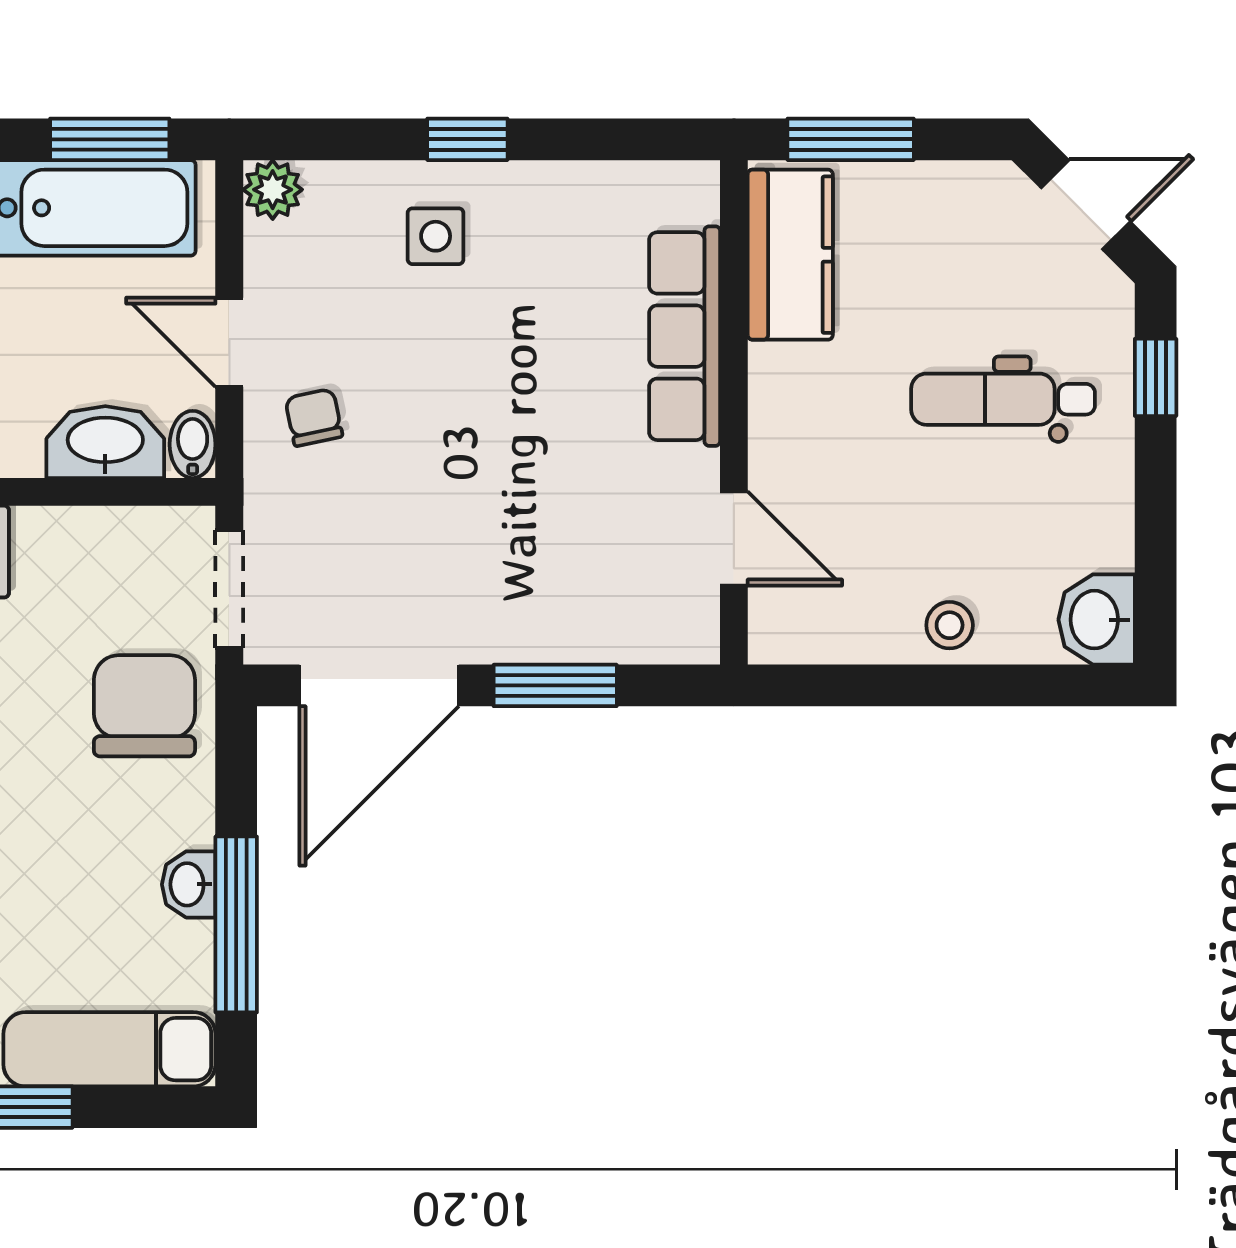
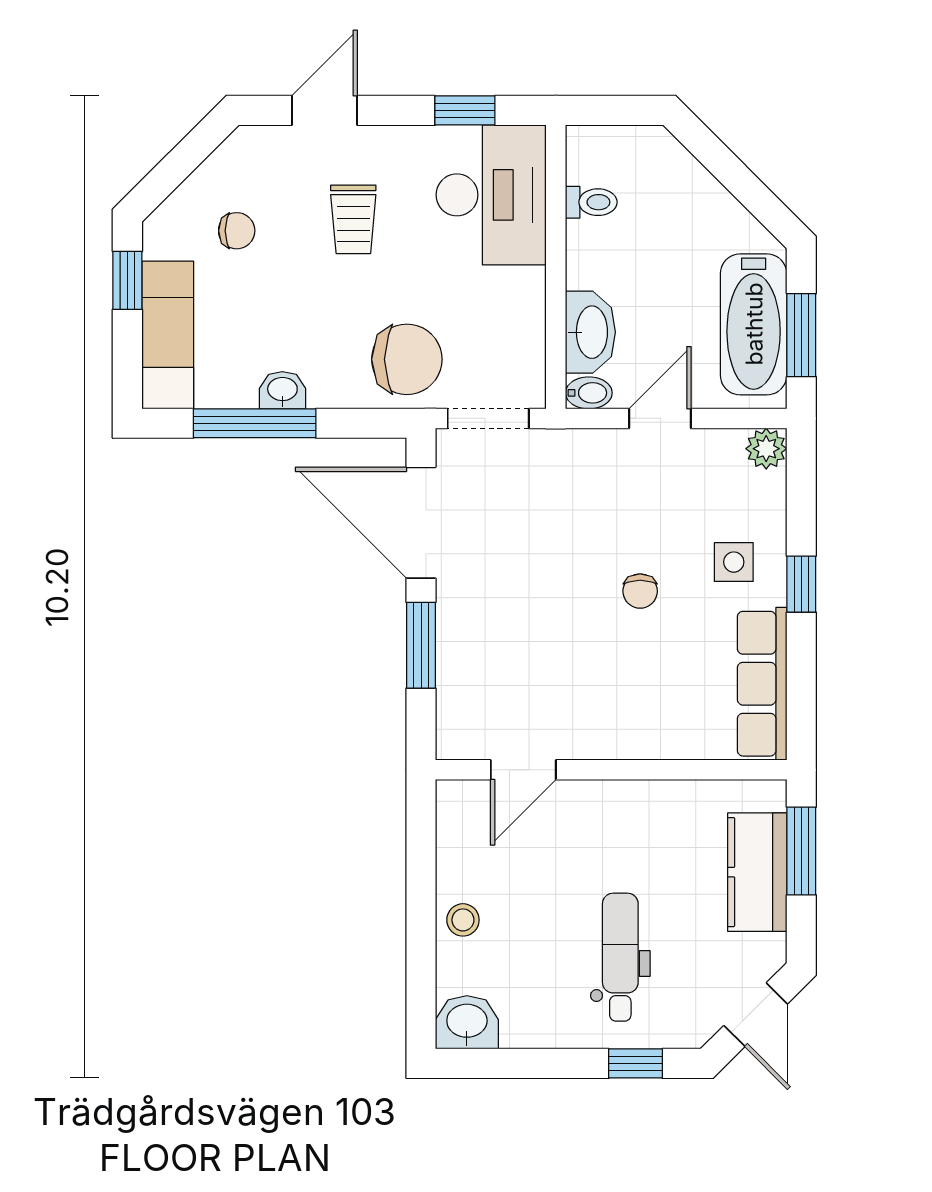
kitchen counter: (790, 255) -> (757, 872), moved, turned 90
row of seats: (685, 336) -> (762, 684), moved, turned -90
chair: (314, 417) -> (640, 591), moved, turned 102

